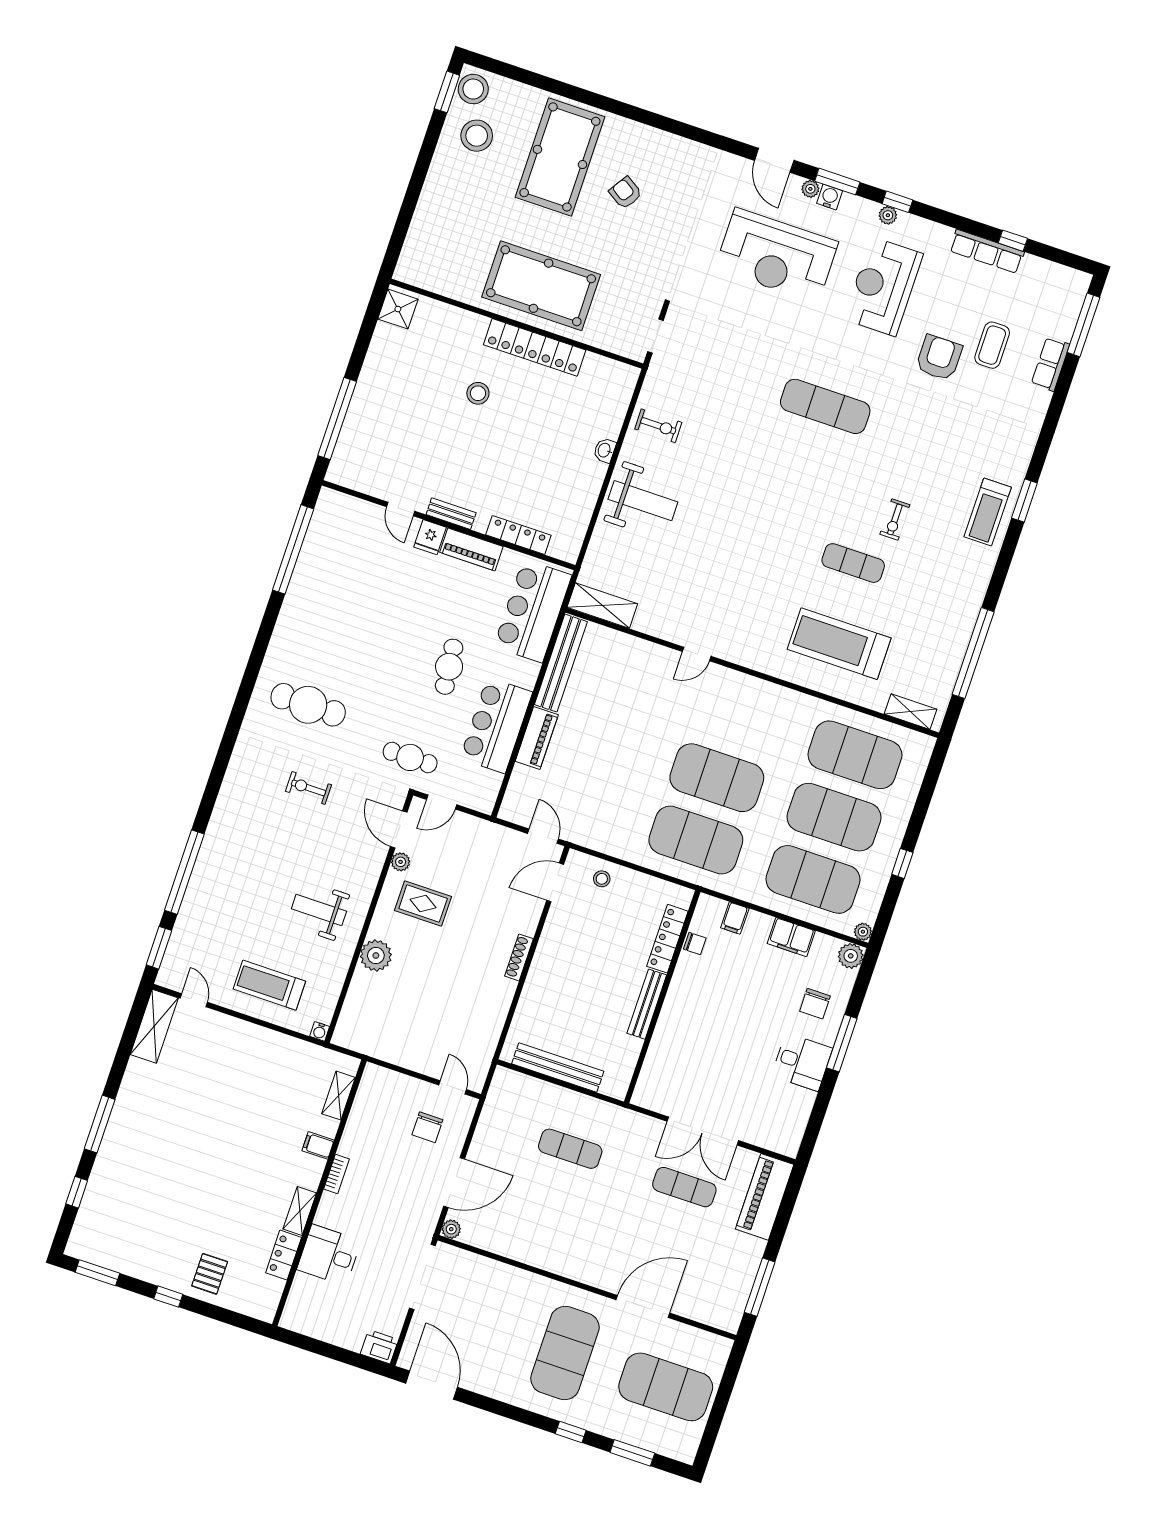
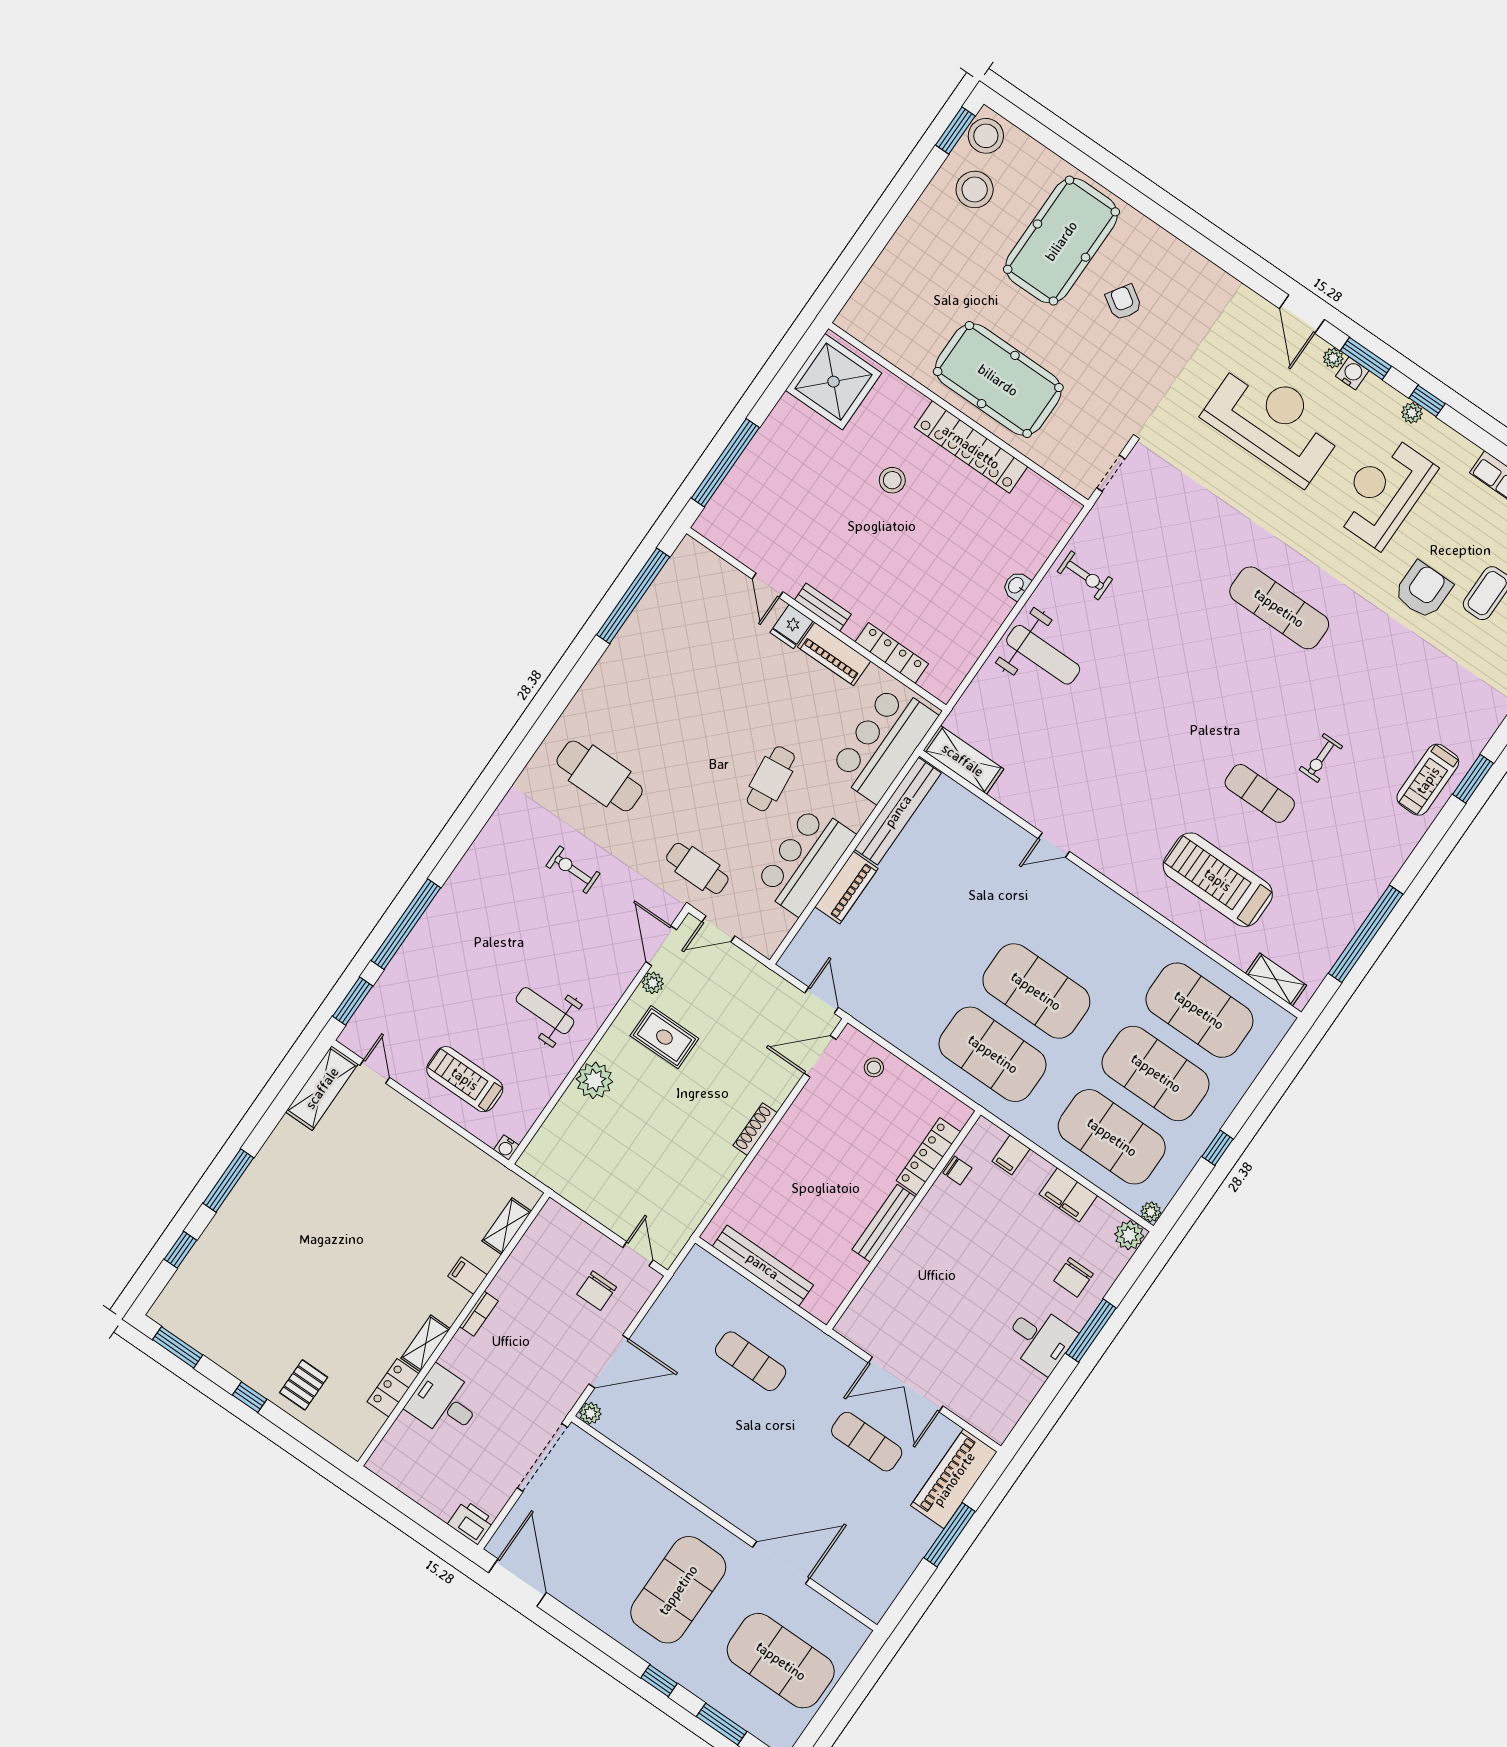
reception desk: (777, 255) -> (1273, 422), turned 180
shower: (398, 309) -> (834, 382), width x1.86, depth x1.86
window: (760, 1287) -> (950, 1535), moved

